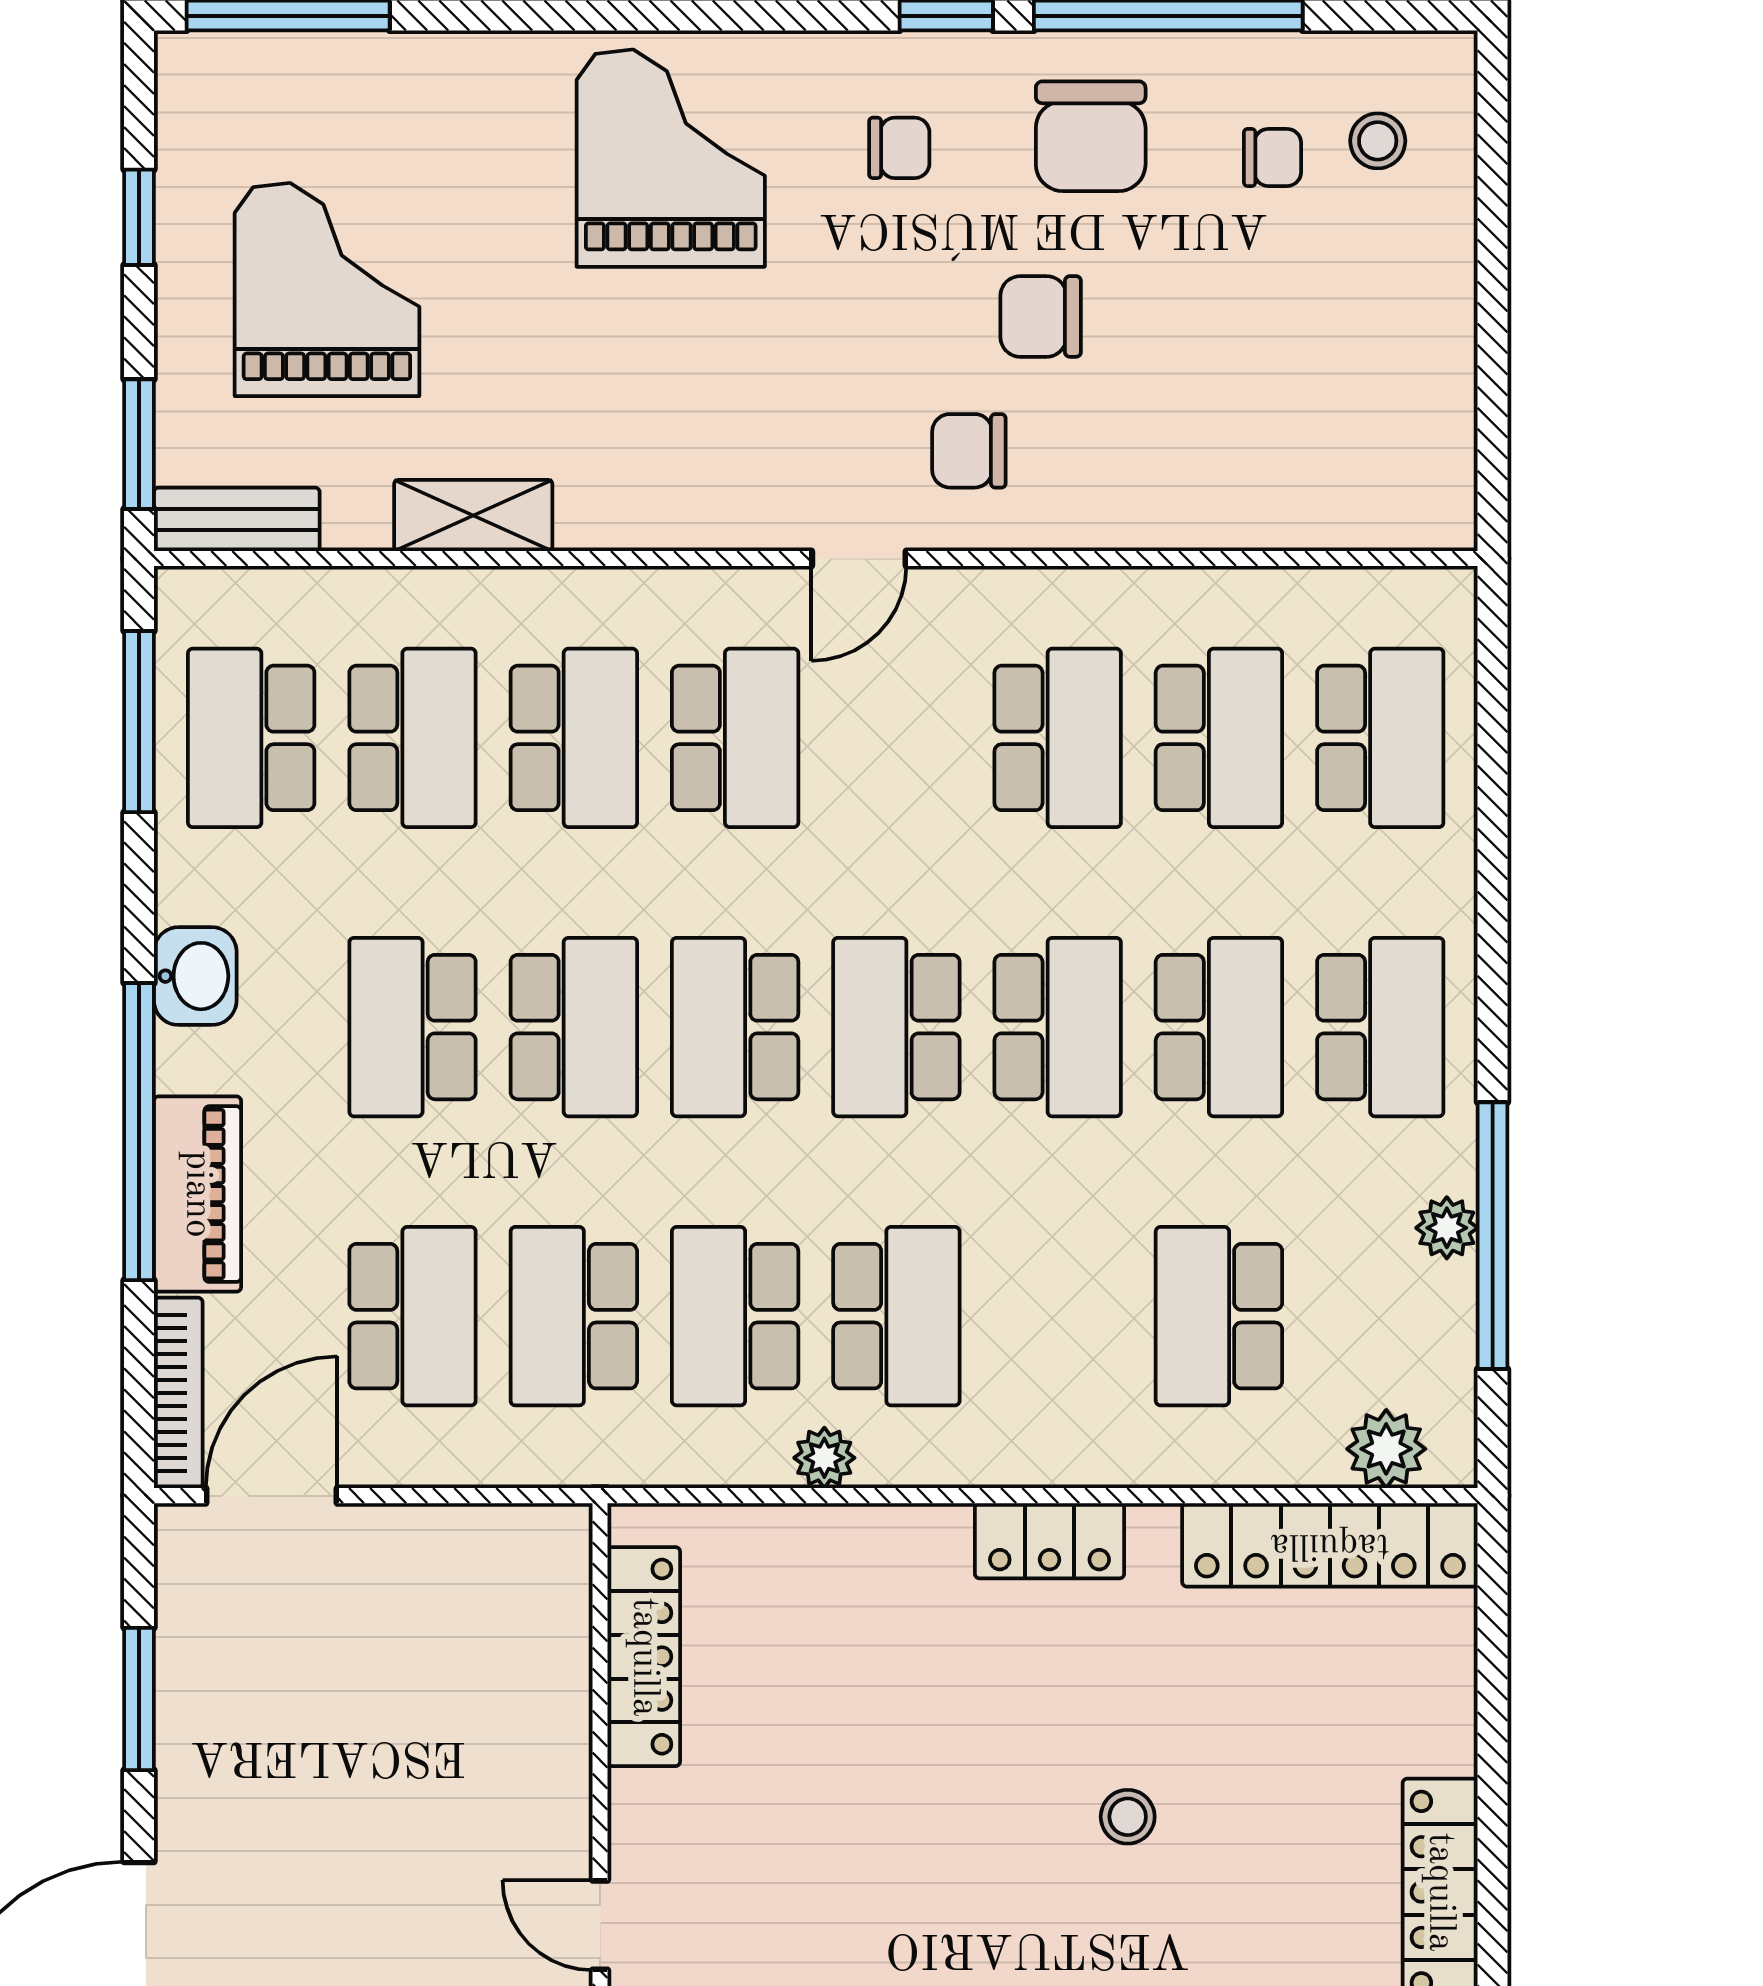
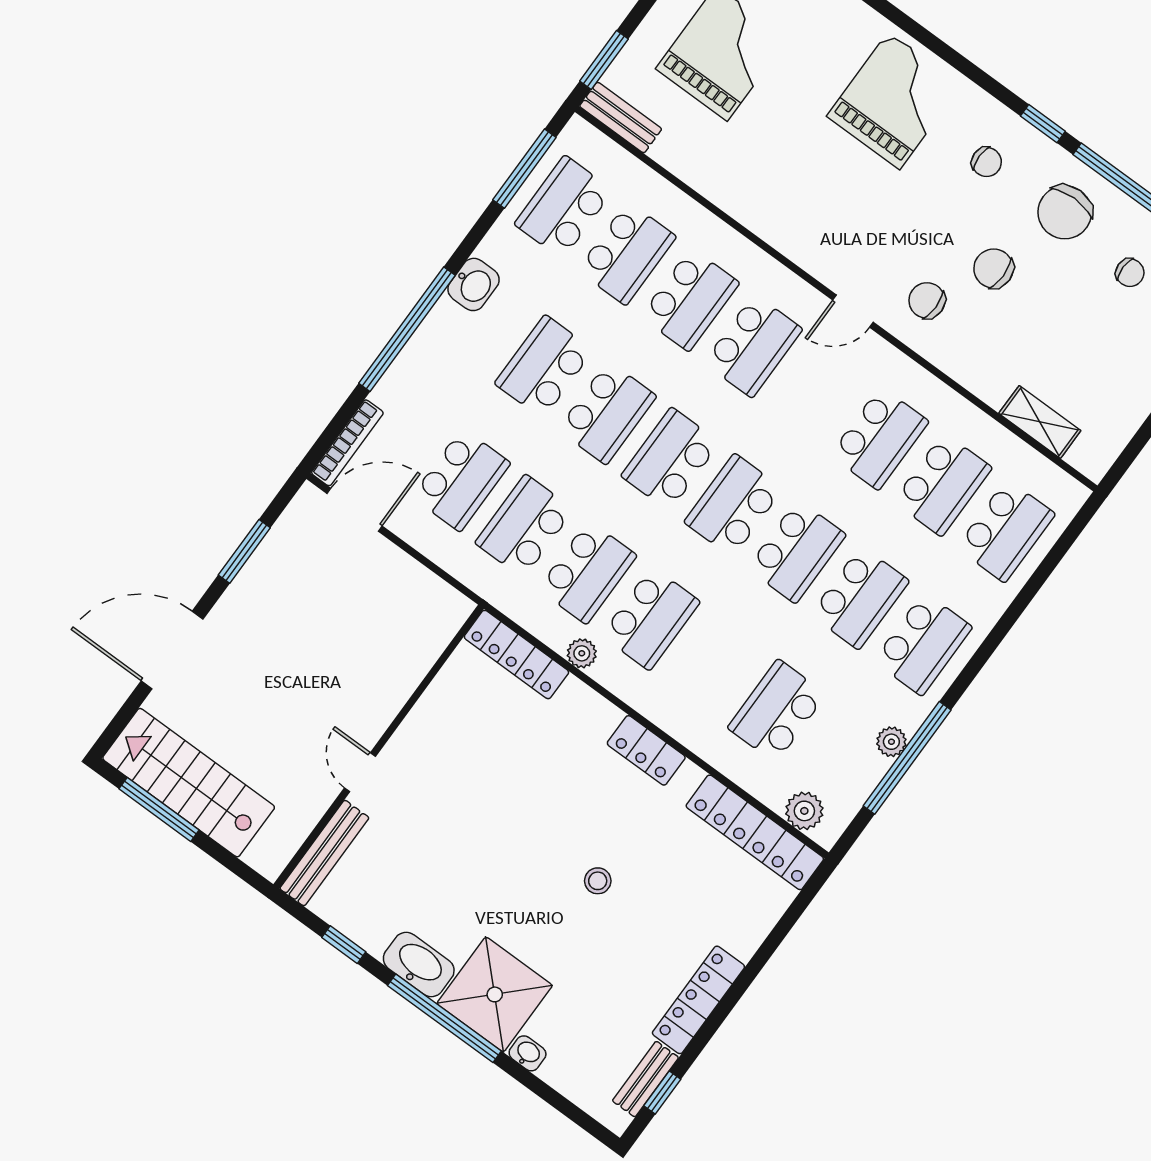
shelving: (473, 515) -> (1040, 422), moved
piano: (197, 1194) -> (412, 370), removed
school desk: (735, 1316) -> (587, 572), turned 180
locker: (644, 1657) -> (516, 655), moved, turned 90

